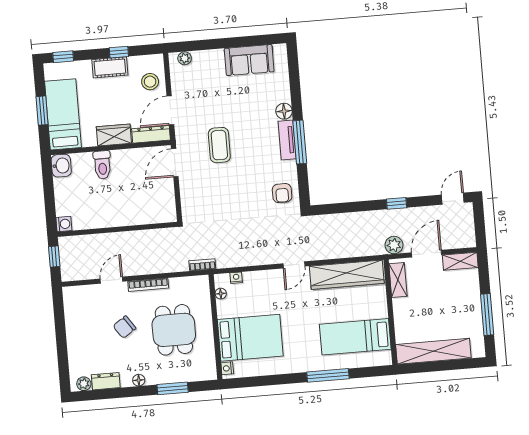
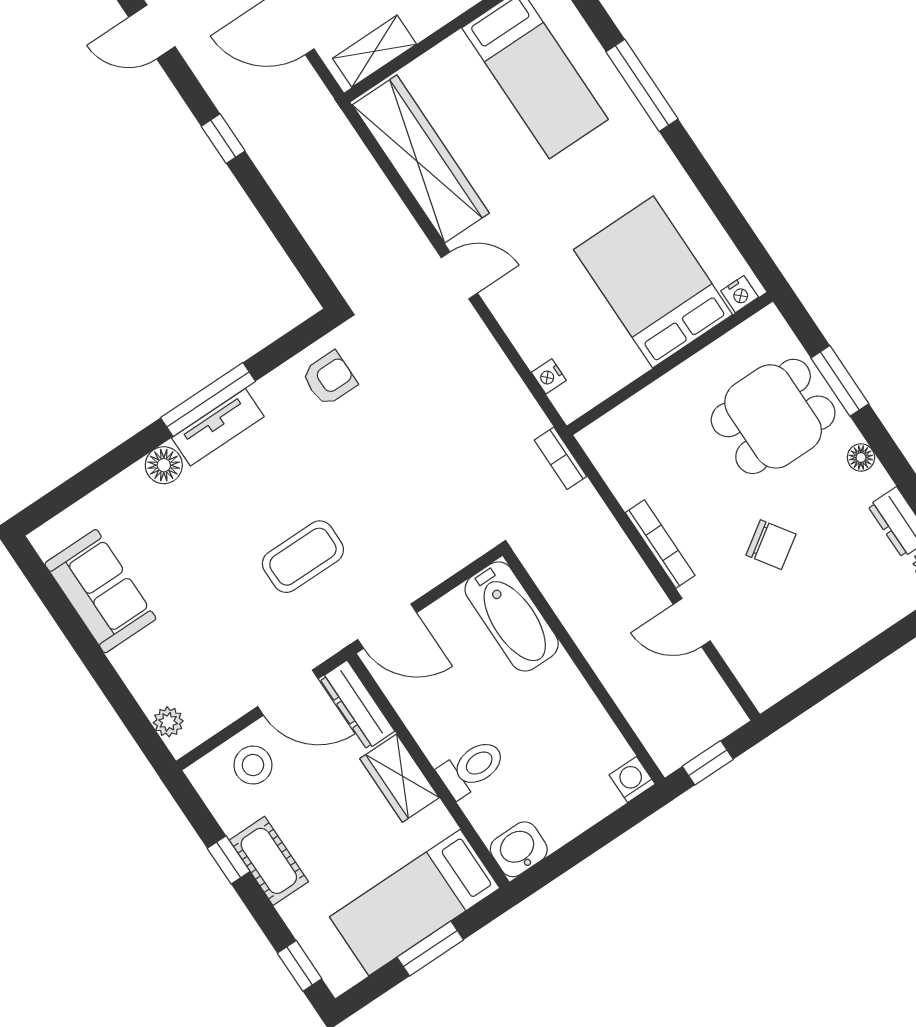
bathtub: (152, 212) -> (512, 616), added
plant: (394, 245) -> (309, 98), removed
floor lamp: (221, 294) -> (598, 390), removed
dining table: (174, 330) -> (773, 416), moved

